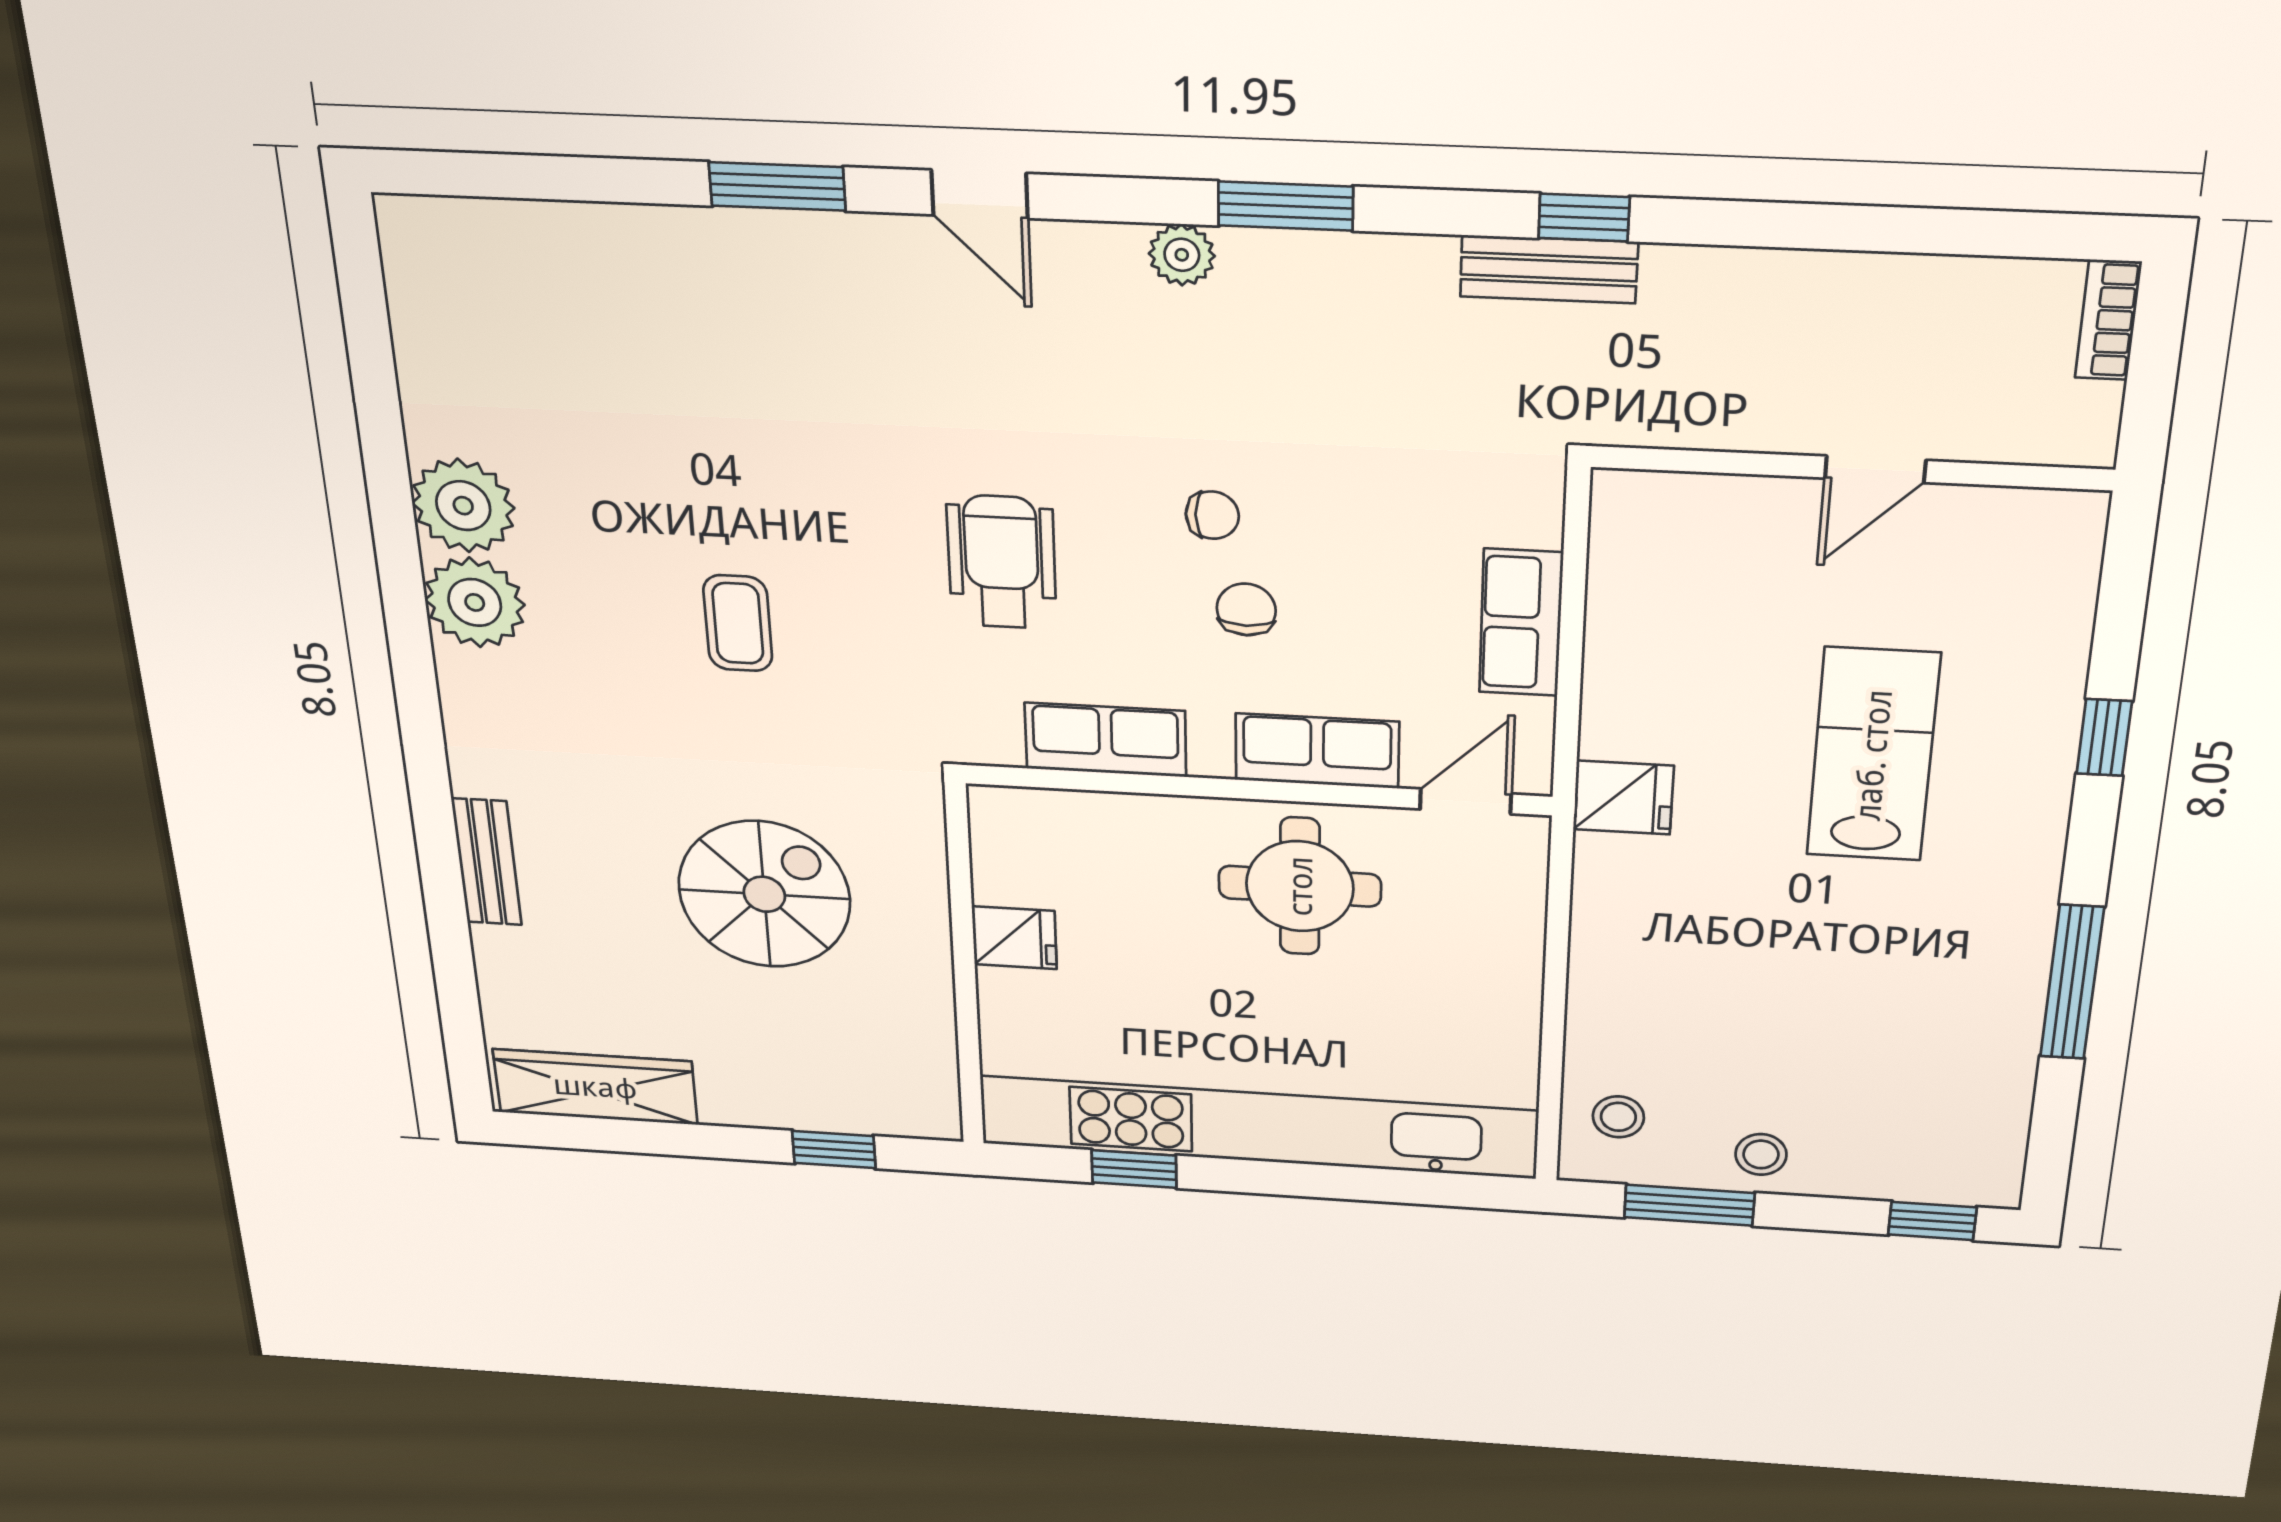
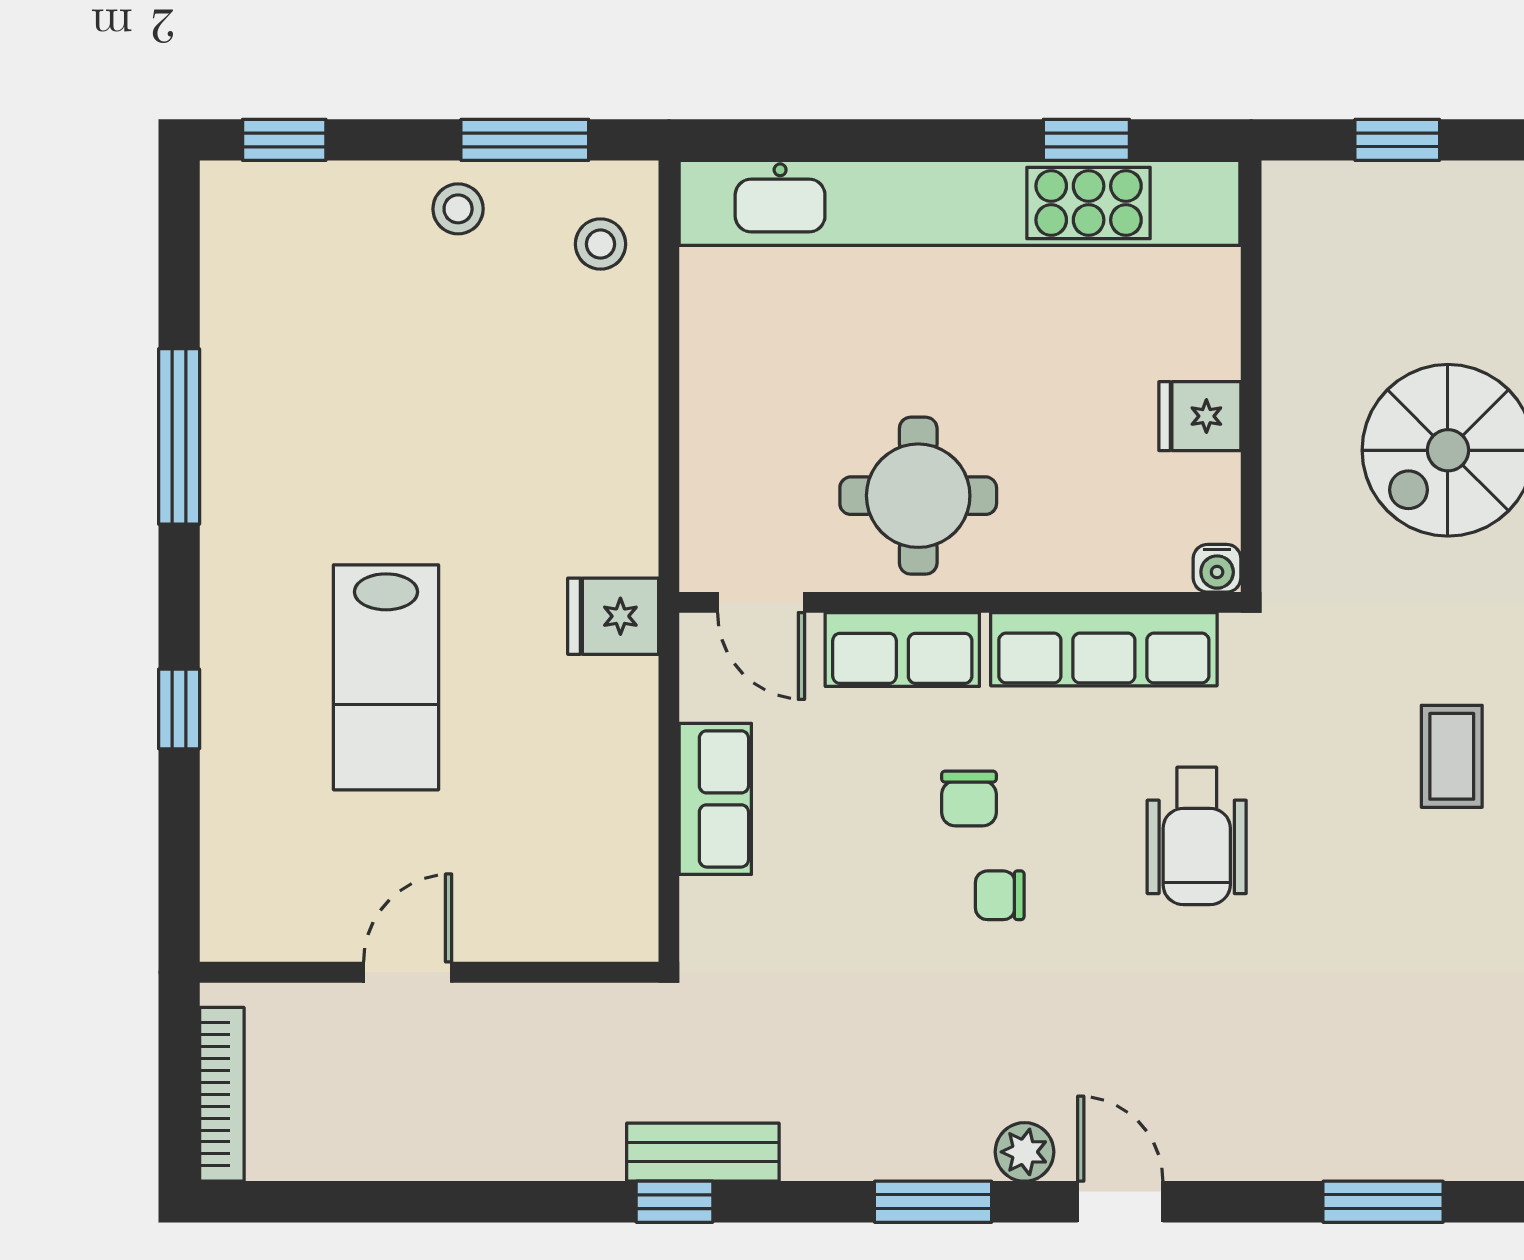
door: (980, 194) -> (1120, 1202), moved
bookcase: (2108, 320) -> (222, 1094), width x1.56
row of seats: (1106, 740) -> (1104, 649), width x1.48
door: (1466, 801) -> (761, 602), hinge flipped
water cooler: (991, 806) -> (1217, 568), added

